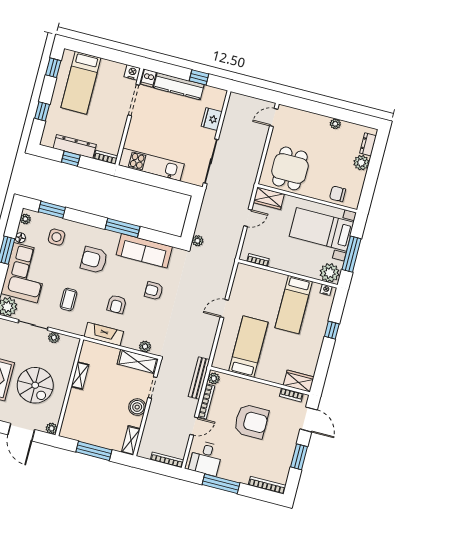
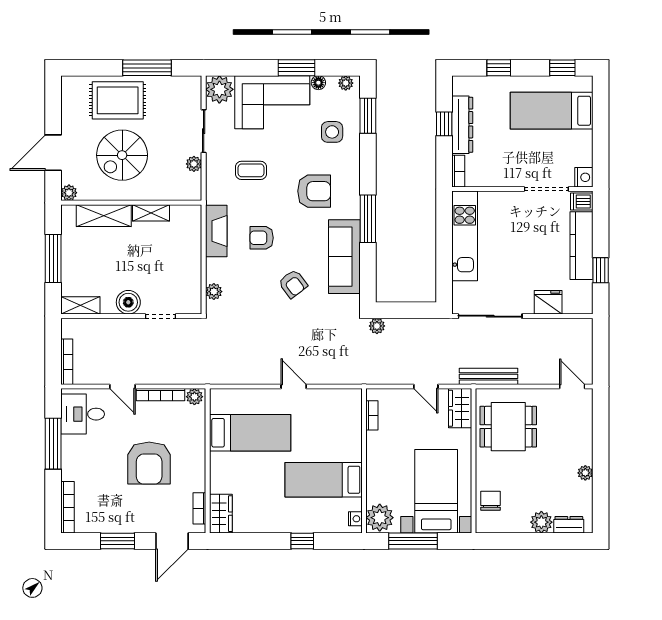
armchair: (94, 260) -> (314, 191), turned 90
armchair: (154, 291) -> (293, 284), turned 143
shelving: (138, 361) -> (104, 216), moved, turned 90
bench: (199, 378) -> (489, 376), moved

